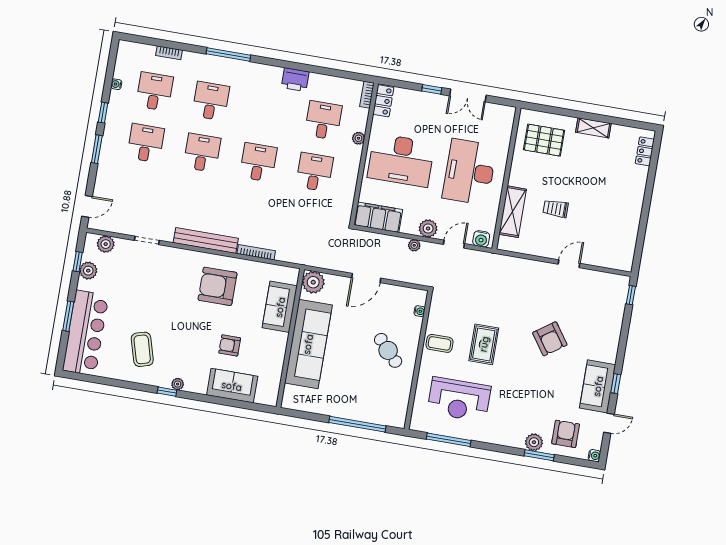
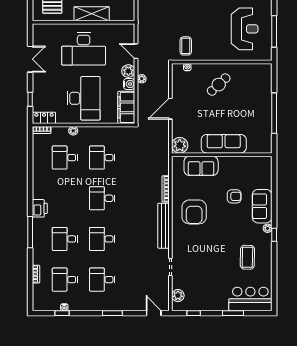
printer: (295, 80) -> (40, 208), moved
window: (432, 89) -> (30, 99), moved
window: (103, 113) -> (62, 313), moved
shelving: (513, 212) -> (92, 14), moved
water cooler: (481, 239) -> (129, 84), moved
plant: (88, 271) -> (199, 305), removed
door: (366, 278) -> (170, 109), swing flipped
bar counter: (86, 333) -> (250, 299), width x0.73
coffee table: (440, 343) -> (186, 46), moved
sofa: (308, 344) -> (224, 144), width x0.74, depth x0.79
rug: (484, 344) -> (203, 18), removed
armchair: (230, 345) -> (234, 196), turned -90
coffee table: (142, 349) -> (247, 257), turned -73
sofa: (232, 386) -> (262, 206), moved
window: (357, 424) -> (274, 113), moved

